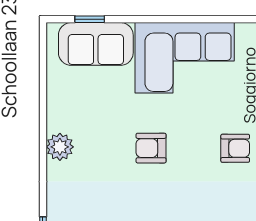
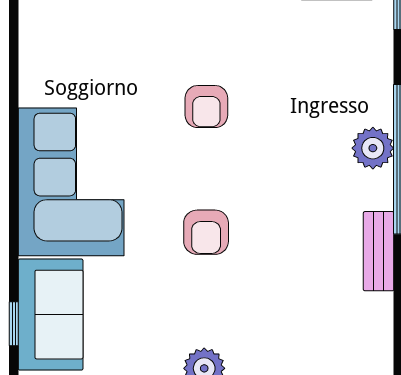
armchair: (235, 148) -> (206, 107), turned 180

